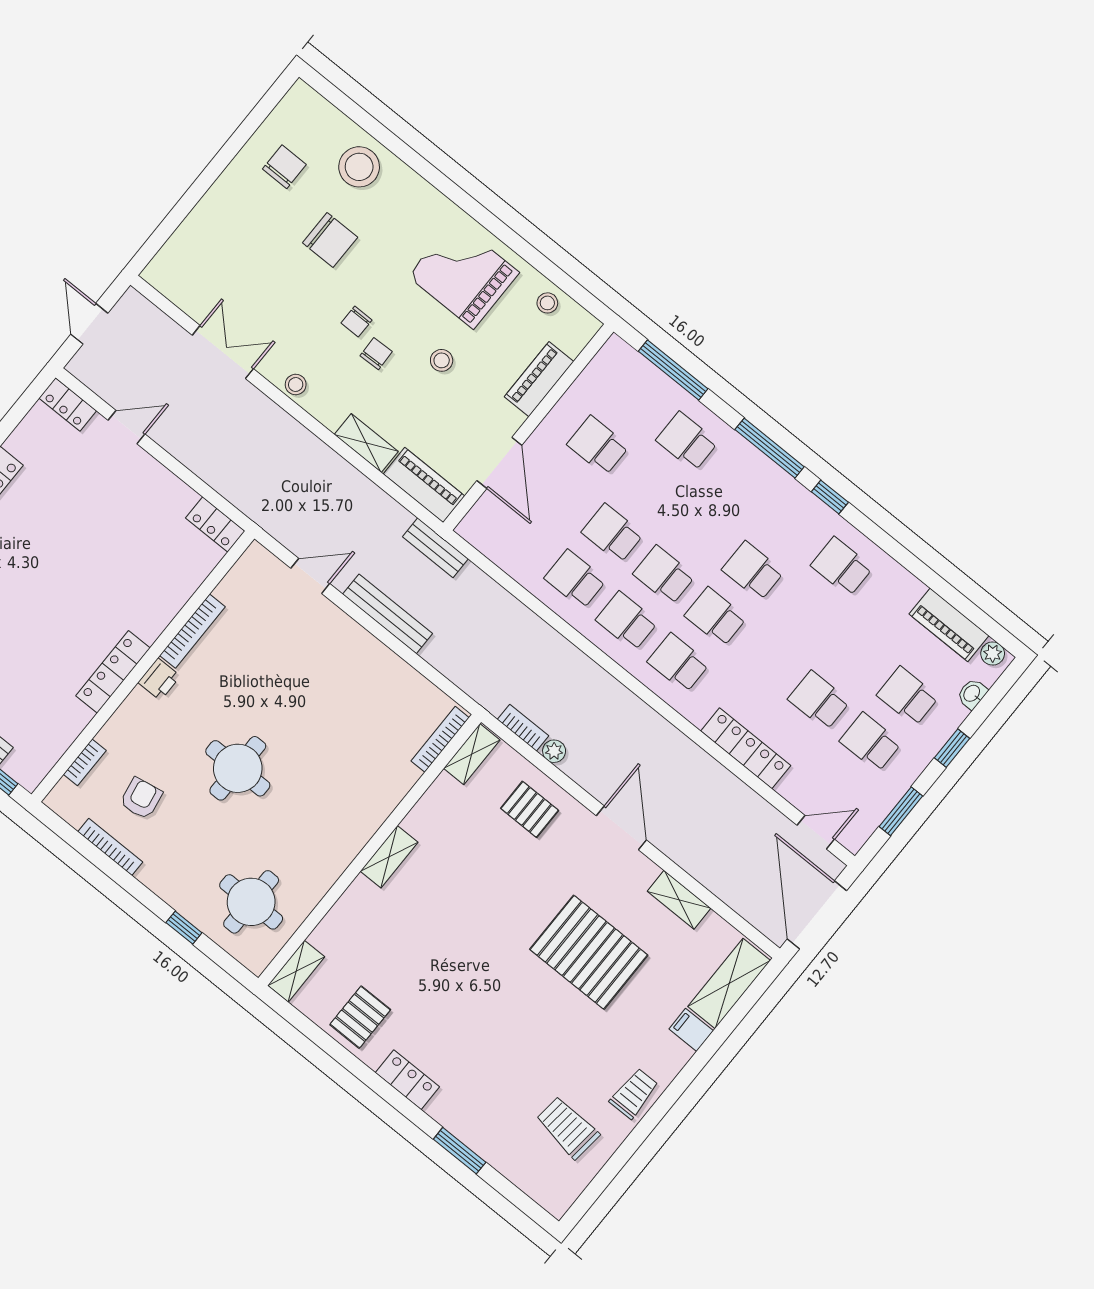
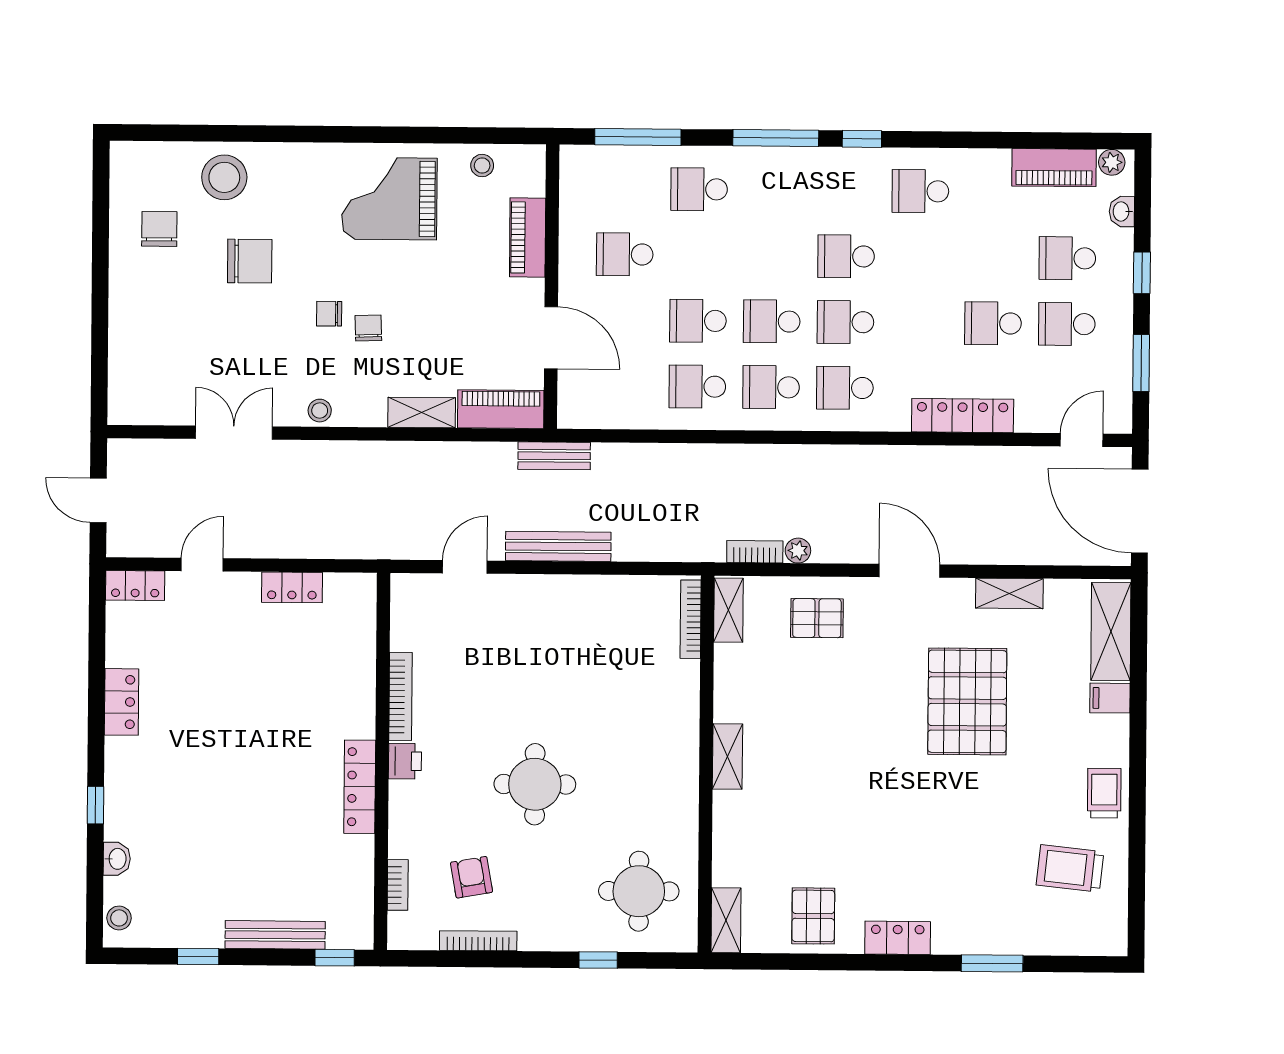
chair: (356, 322) -> (329, 314), turned 90
stool: (442, 360) -> (430, 289), removed
locker: (215, 524) -> (292, 587), moved
pallet: (589, 952) -> (967, 701), turned 90

